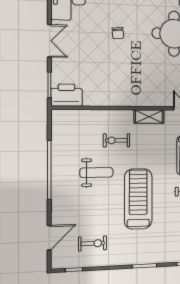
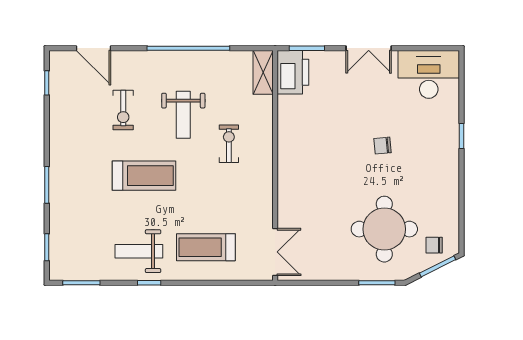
shelving: (149, 117) -> (263, 72), moved
treadmill: (138, 199) -> (144, 176), width x0.73, depth x0.73
exercise bike: (92, 243) -> (123, 110), moved

